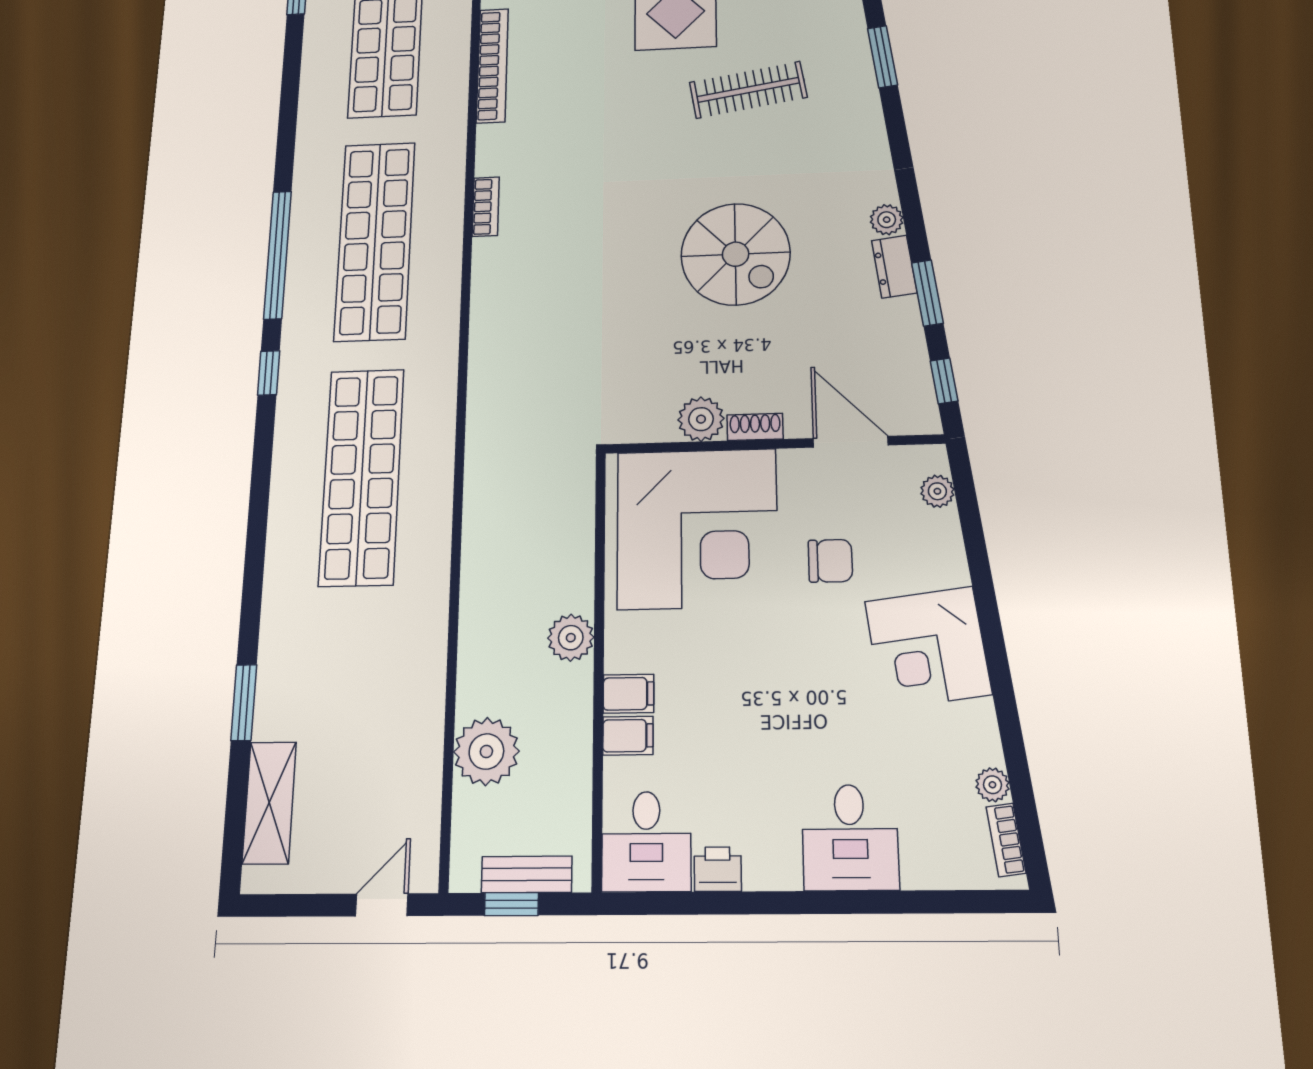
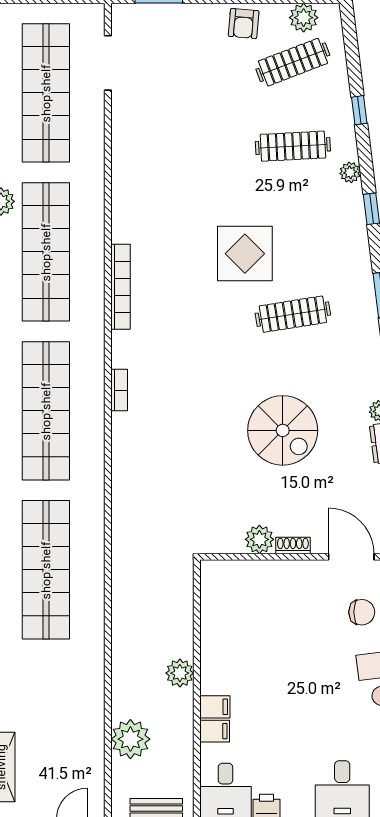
corner desk: (697, 528) -> (256, 608), removed
chair: (830, 561) -> (362, 612), moved

